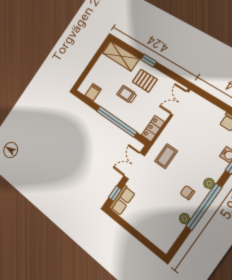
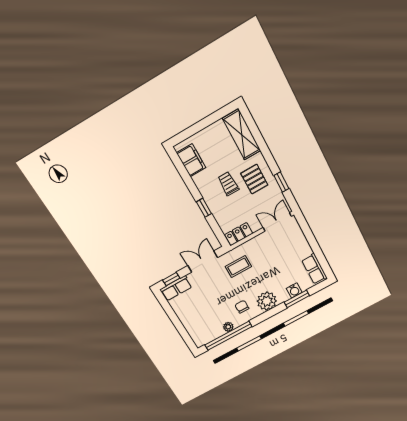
window: (149, 61) -> (281, 182), moved
filing cabinet: (93, 92) -> (191, 160), width x2.00
window: (116, 122) -> (204, 208), width x0.32
plant: (209, 183) -> (267, 301), width x1.88, depth x1.88
window: (204, 207) -> (228, 336), moved

